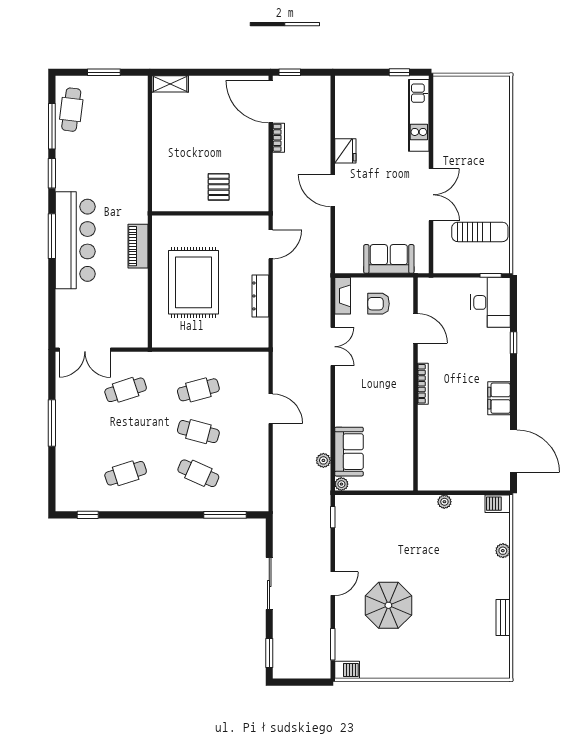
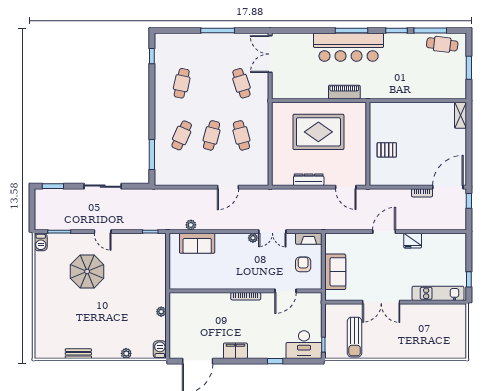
cafe table: (126, 473) -> (182, 83), turned 30
plant: (341, 484) -> (253, 238), moved

